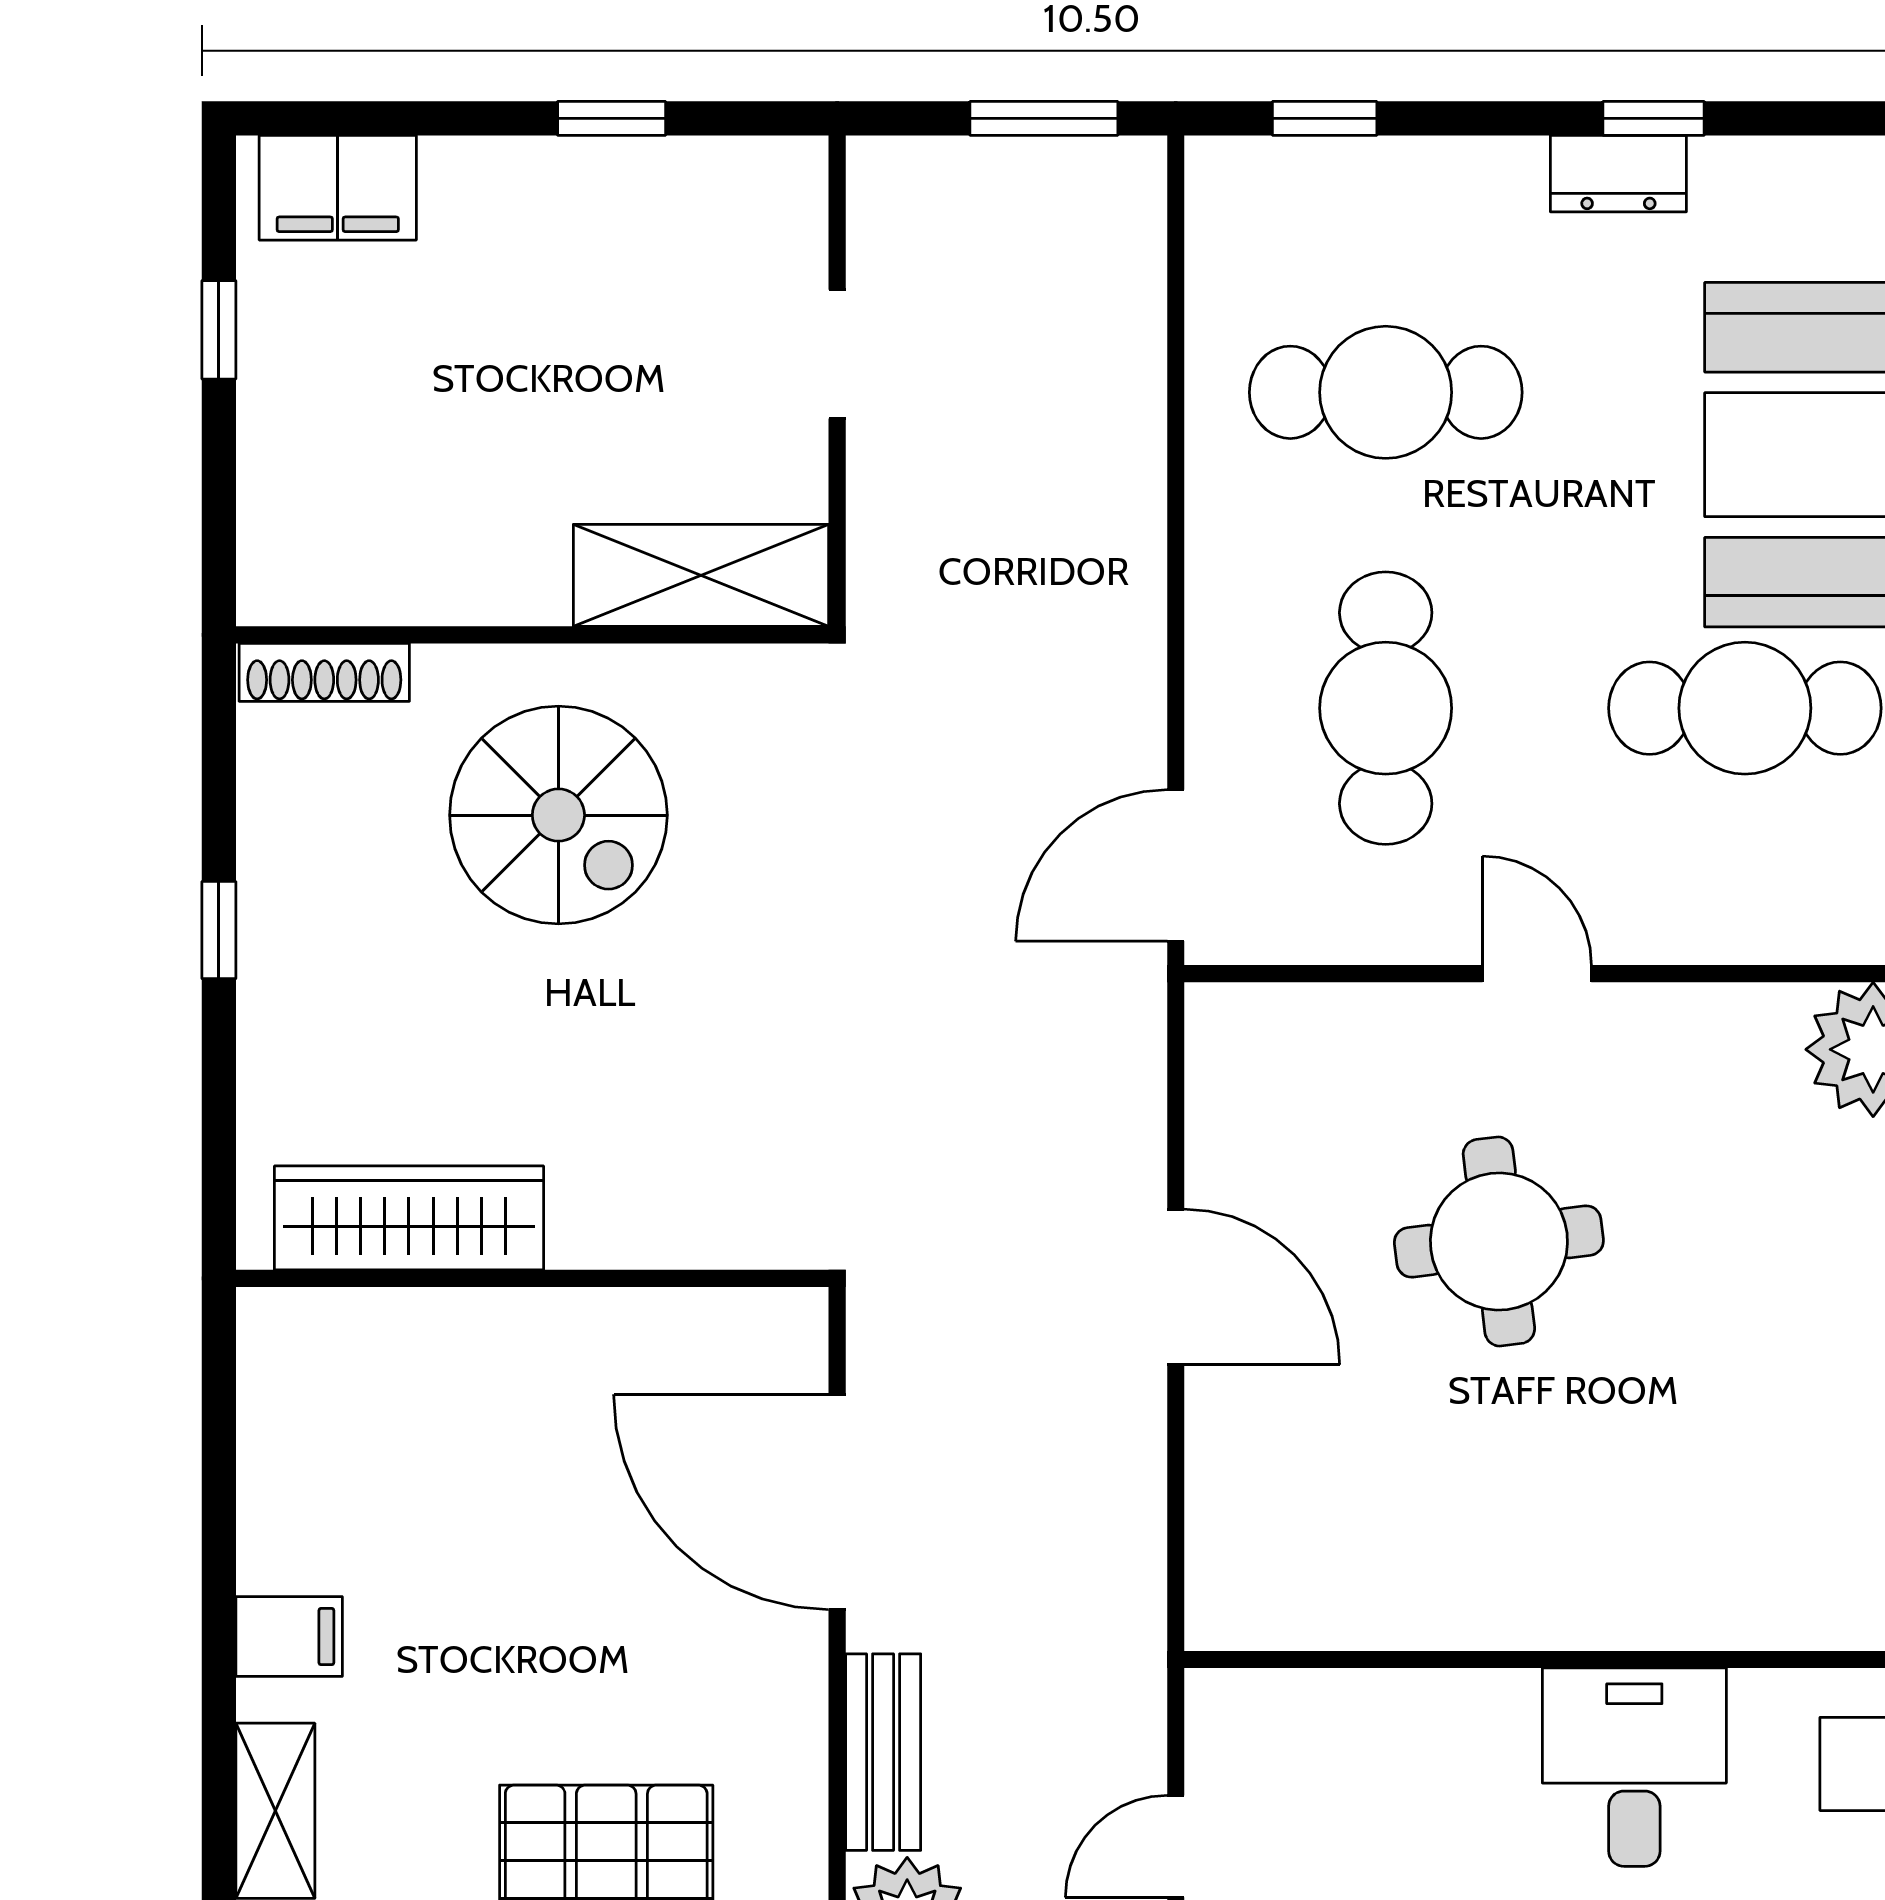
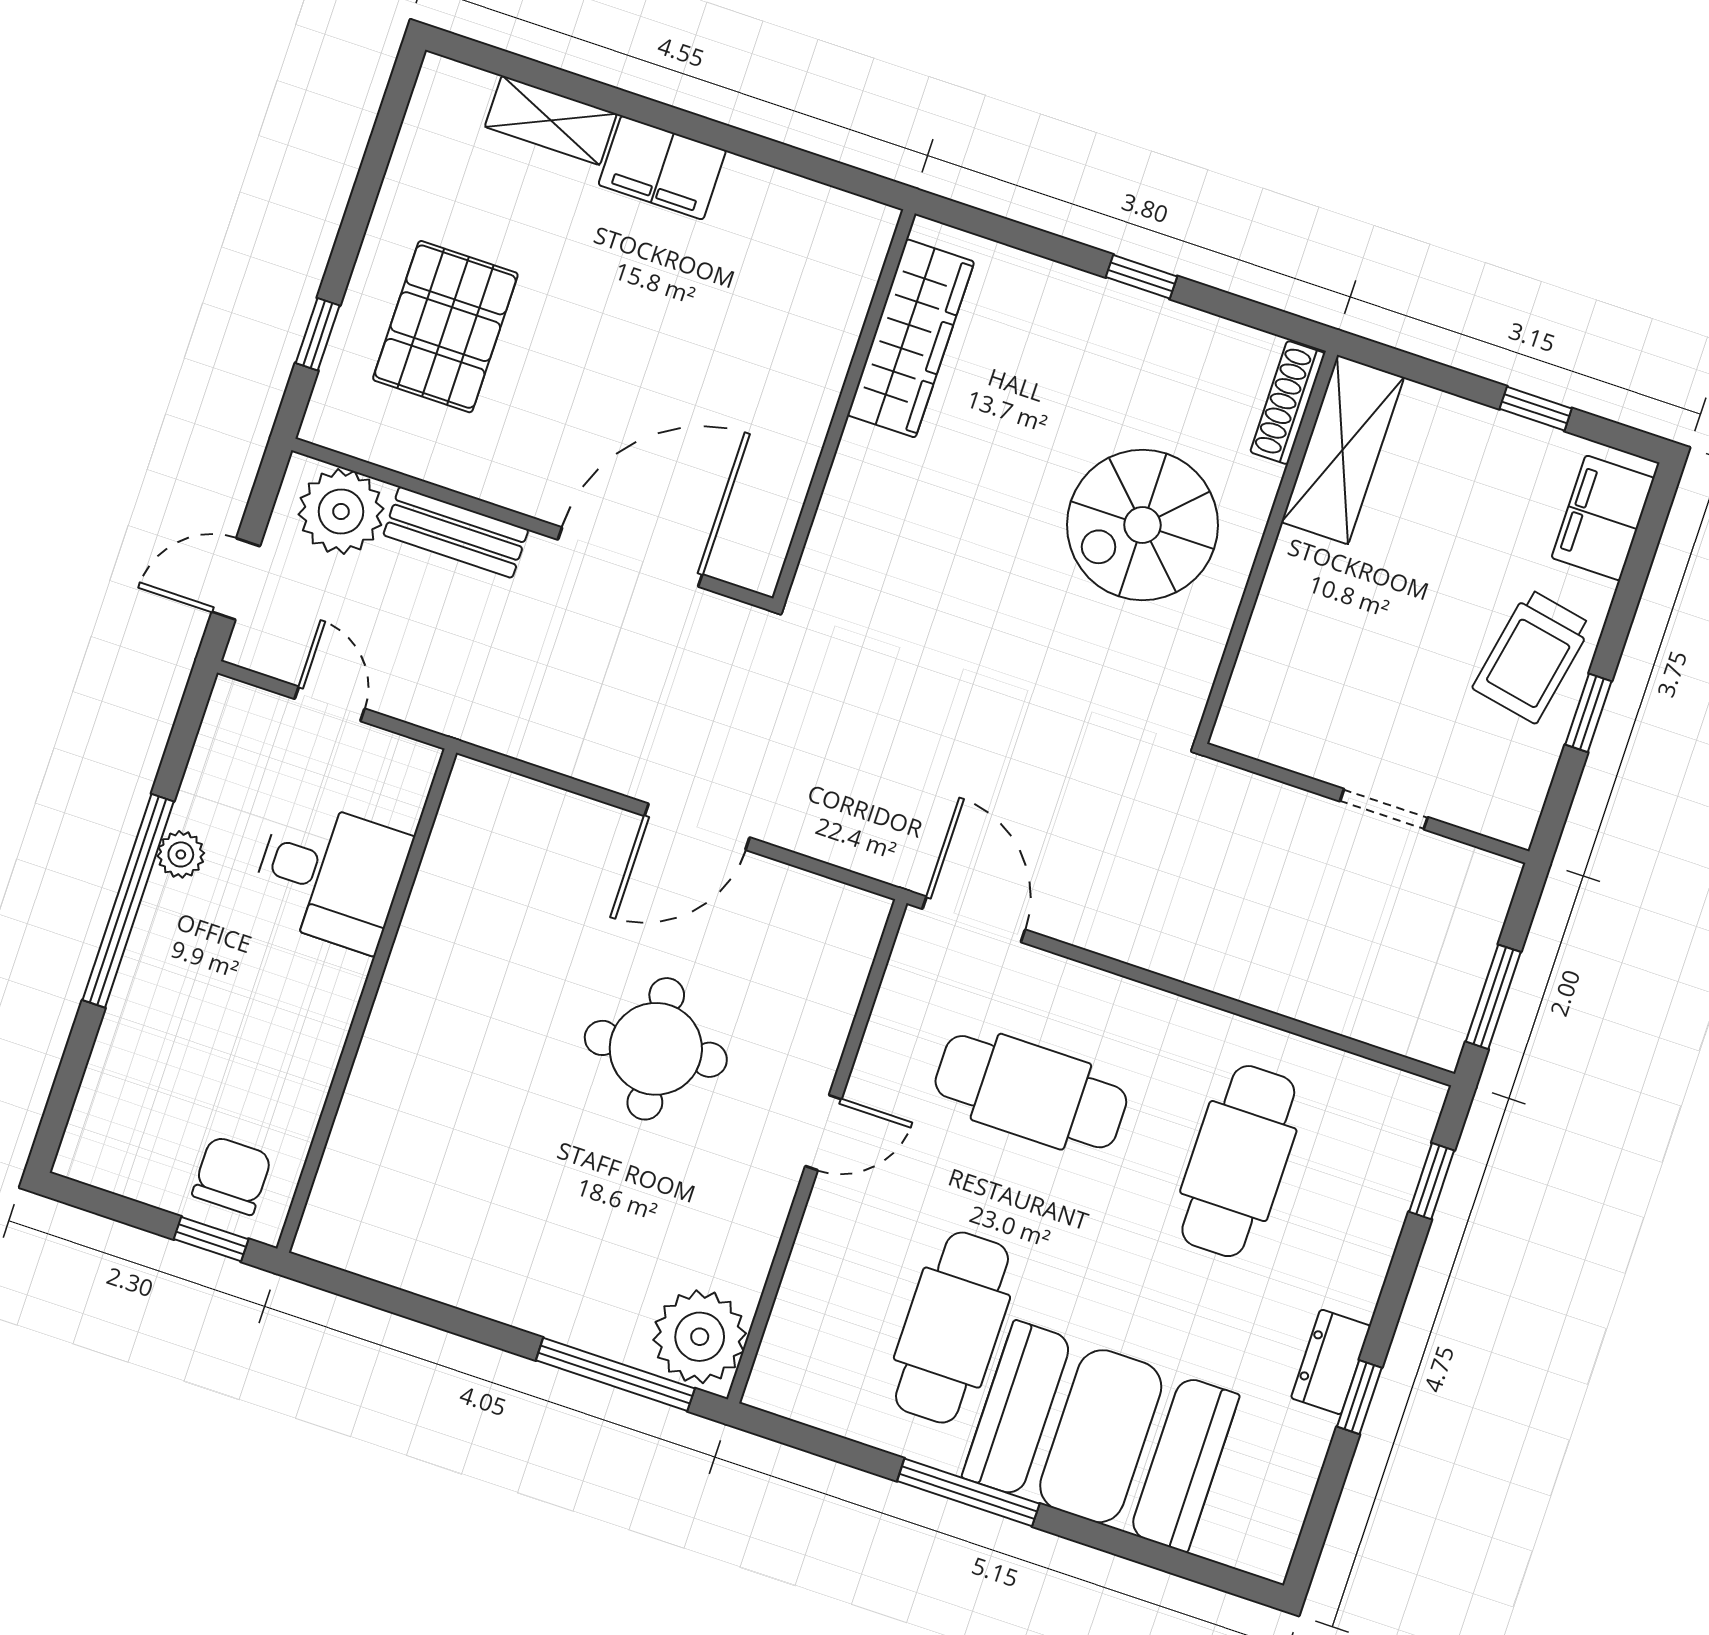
trolley: (560, 221) -> (1532, 656), added
shelving: (701, 575) -> (1343, 450), moved
filing cabinet: (289, 1637) -> (662, 168), width x2.00
desk: (1634, 1767) -> (330, 875), moved

